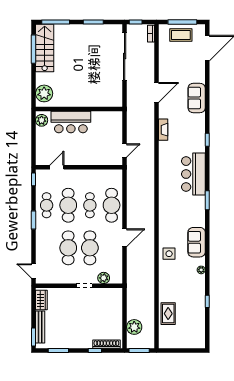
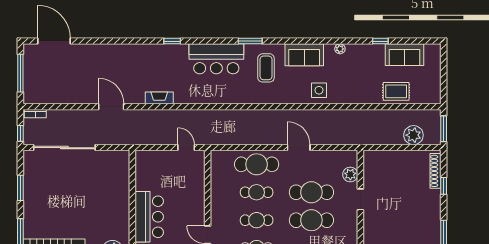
coffee table: (181, 35) -> (266, 68), moved
sofa: (197, 98) -> (404, 55), moved
cafe table: (68, 205) -> (257, 220), width x0.73, depth x0.74

